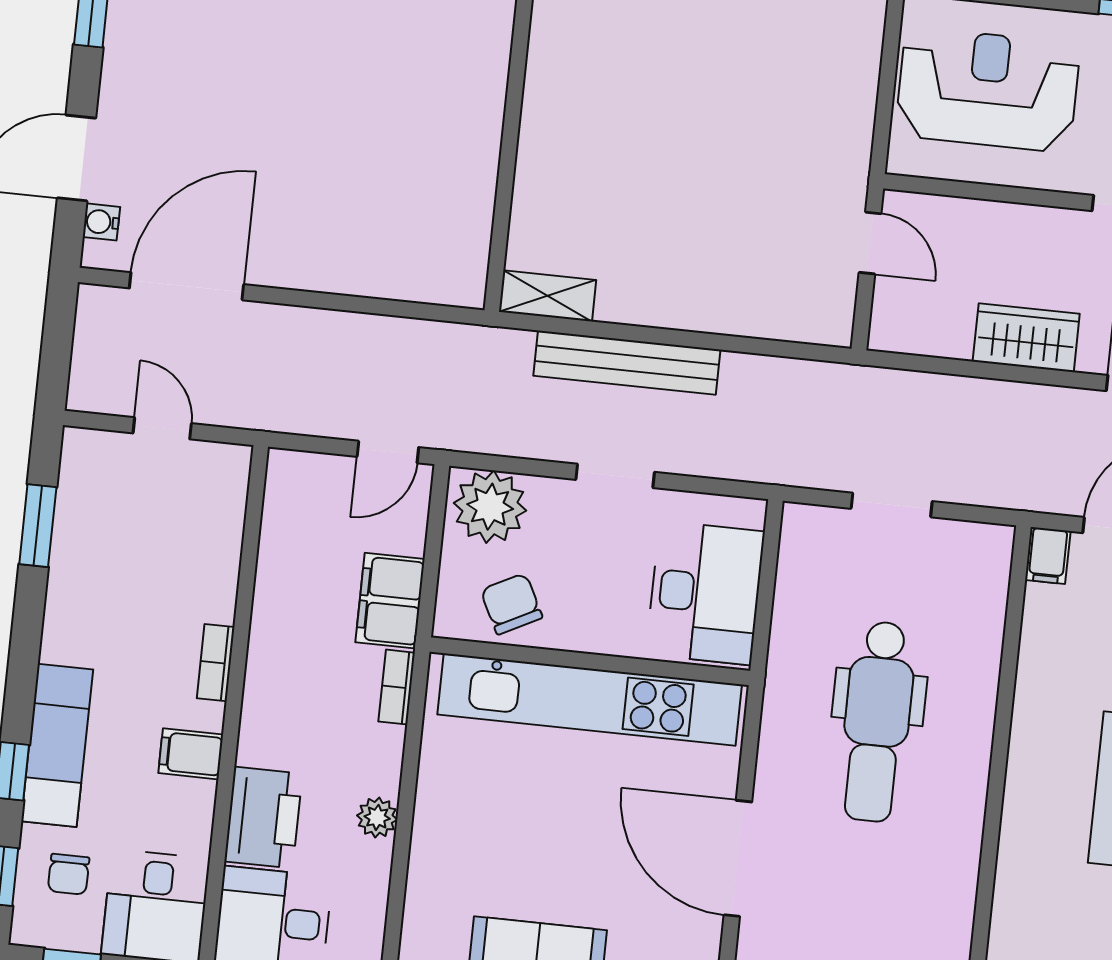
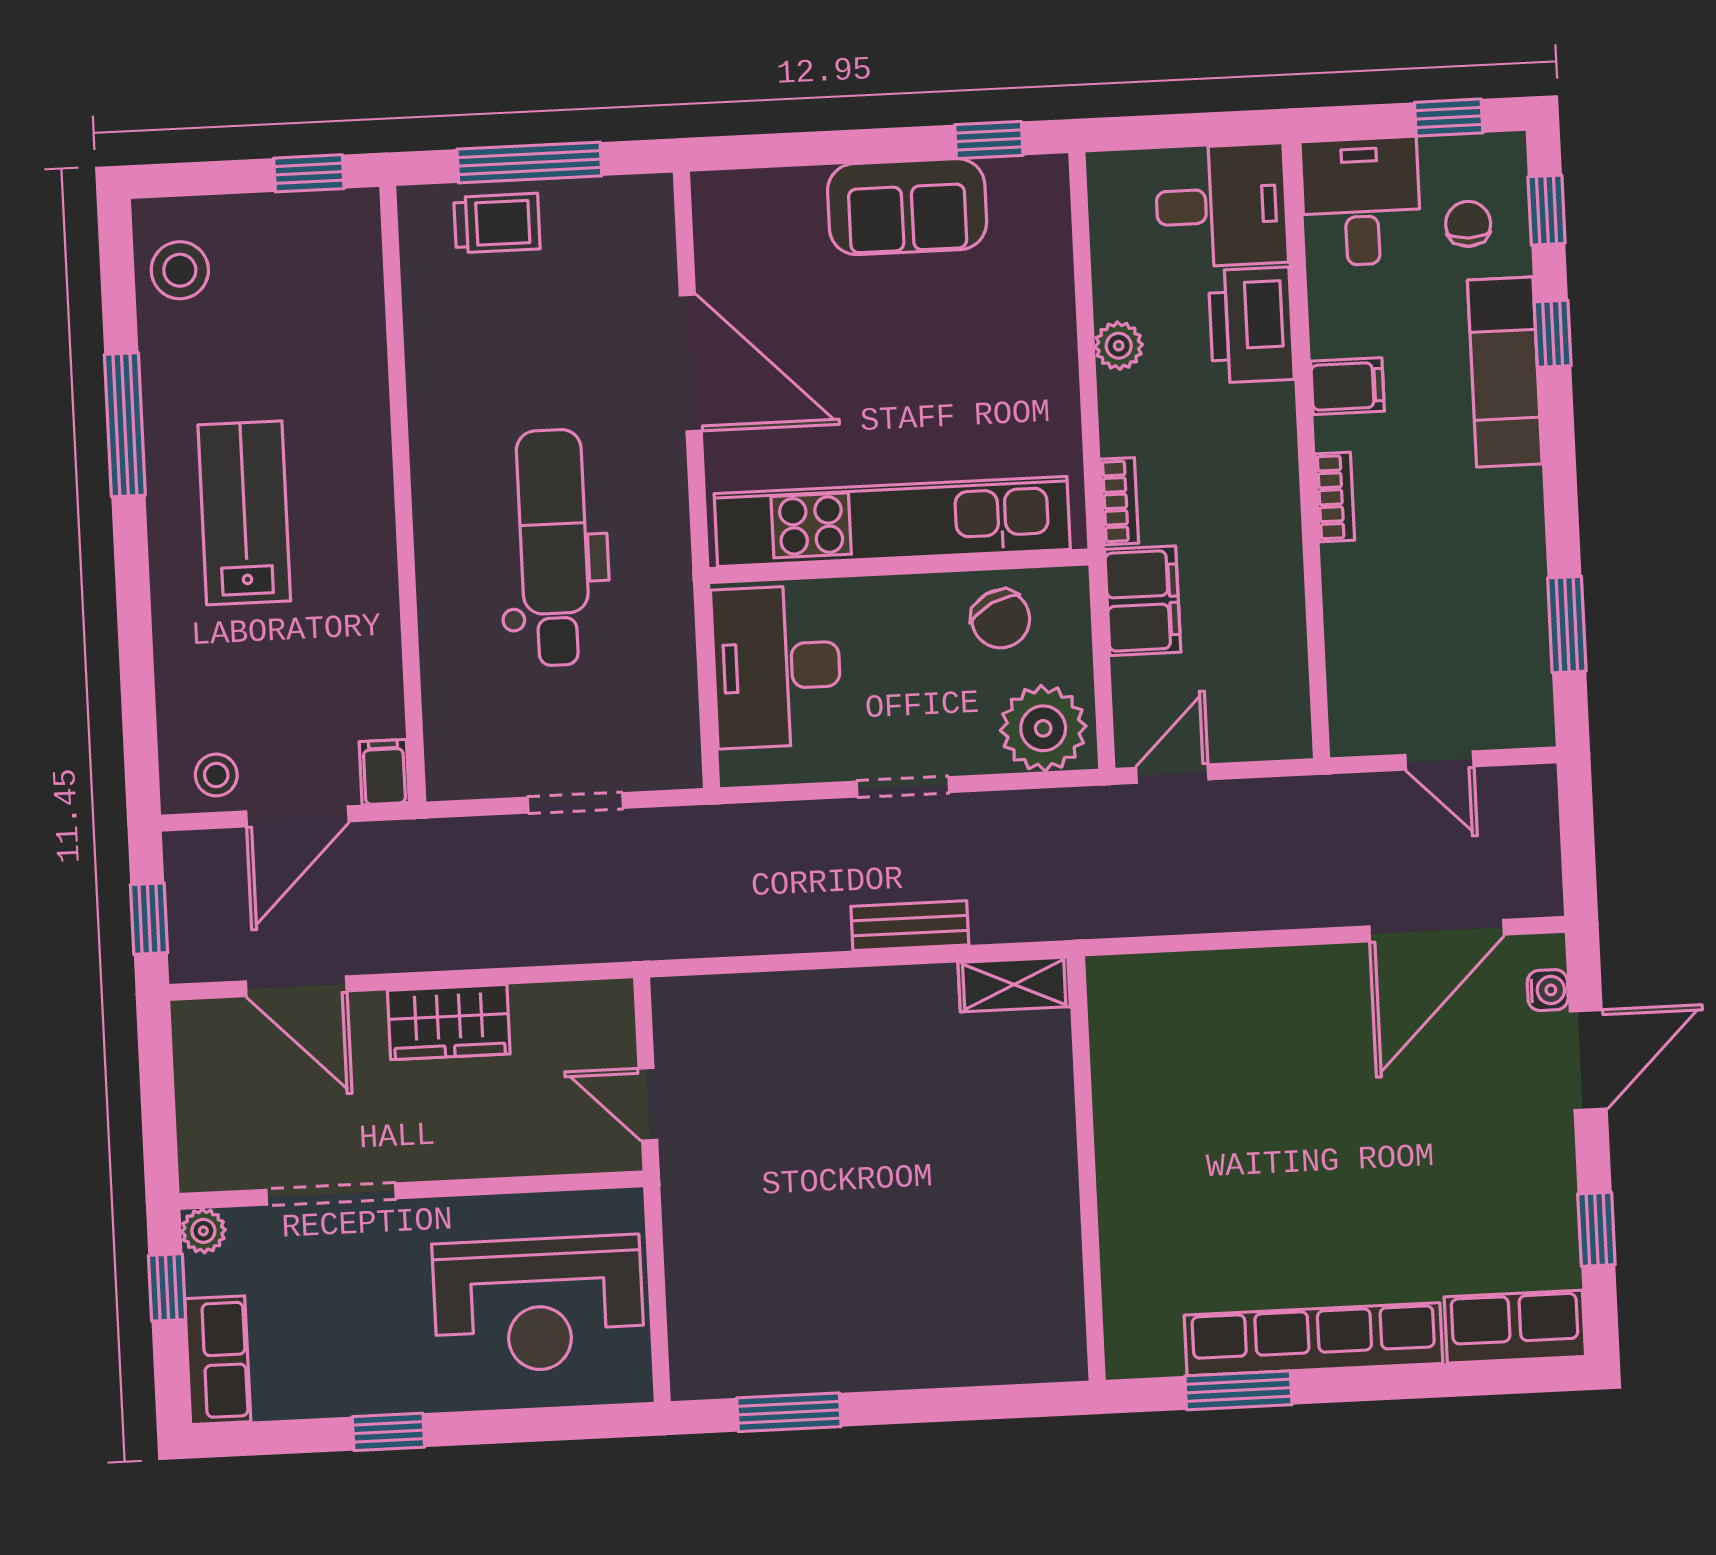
bench: (627, 363) -> (910, 926), width x0.54, depth x0.82

